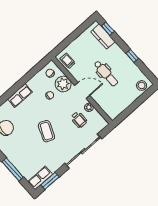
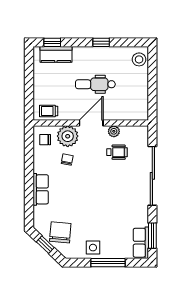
dental chair: (106, 73) -> (95, 84), turned 180
coffee table: (46, 131) -> (100, 195), removed
side table: (14, 154) -> (93, 248), added

